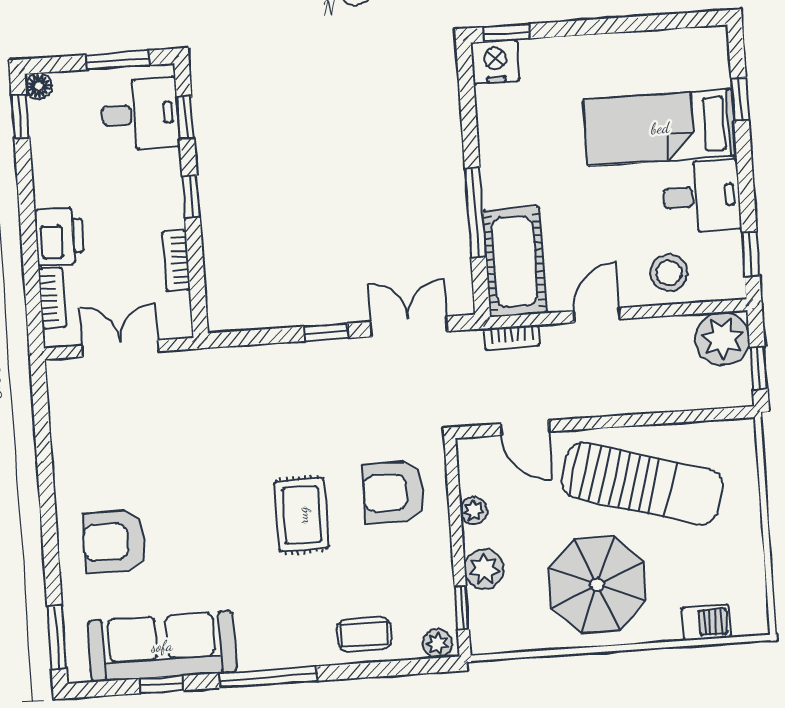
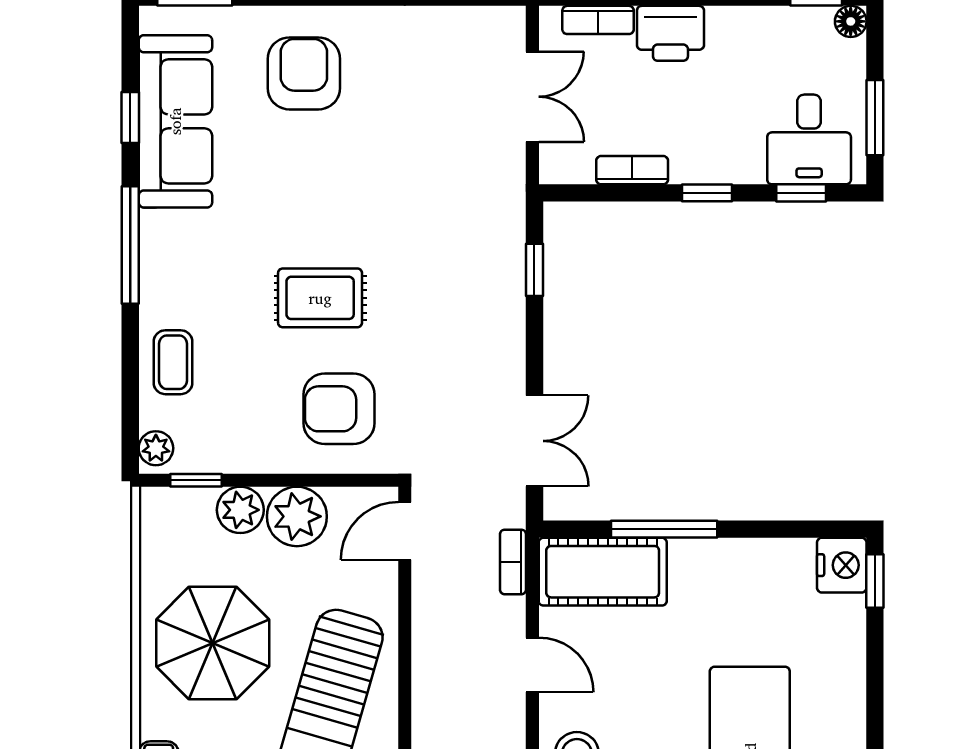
window: (326, 332) -> (534, 270), moved
door: (525, 428) -> (405, 531), moved
armchair: (393, 492) -> (339, 409), turned -90
plant: (474, 510) -> (297, 516), width x1.88, depth x1.88

